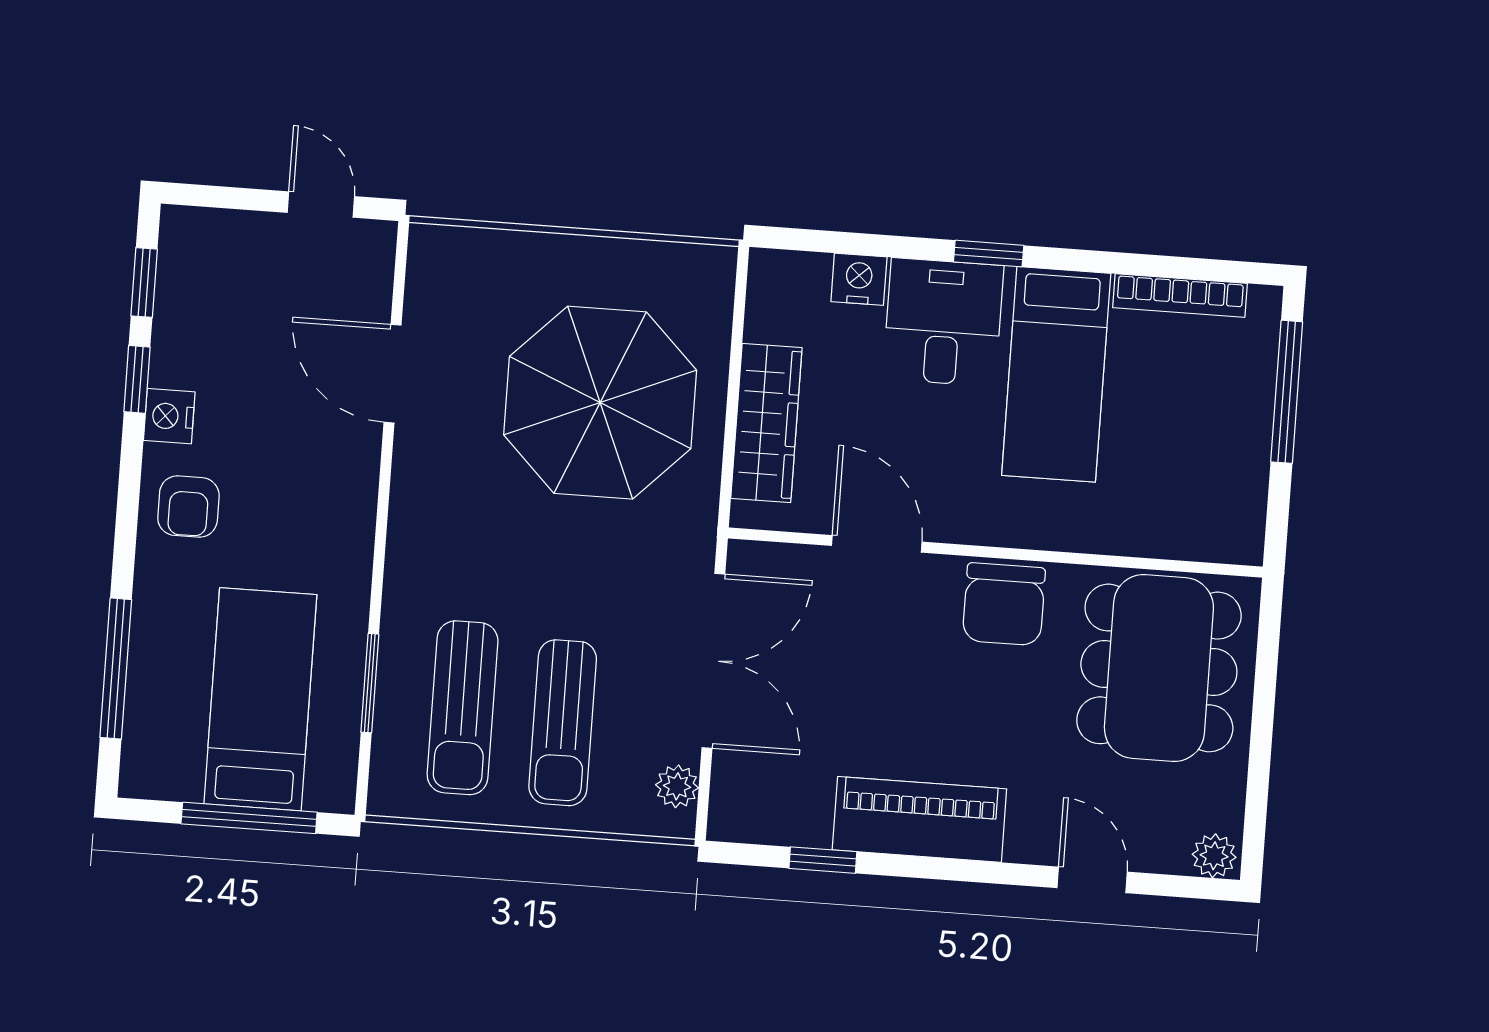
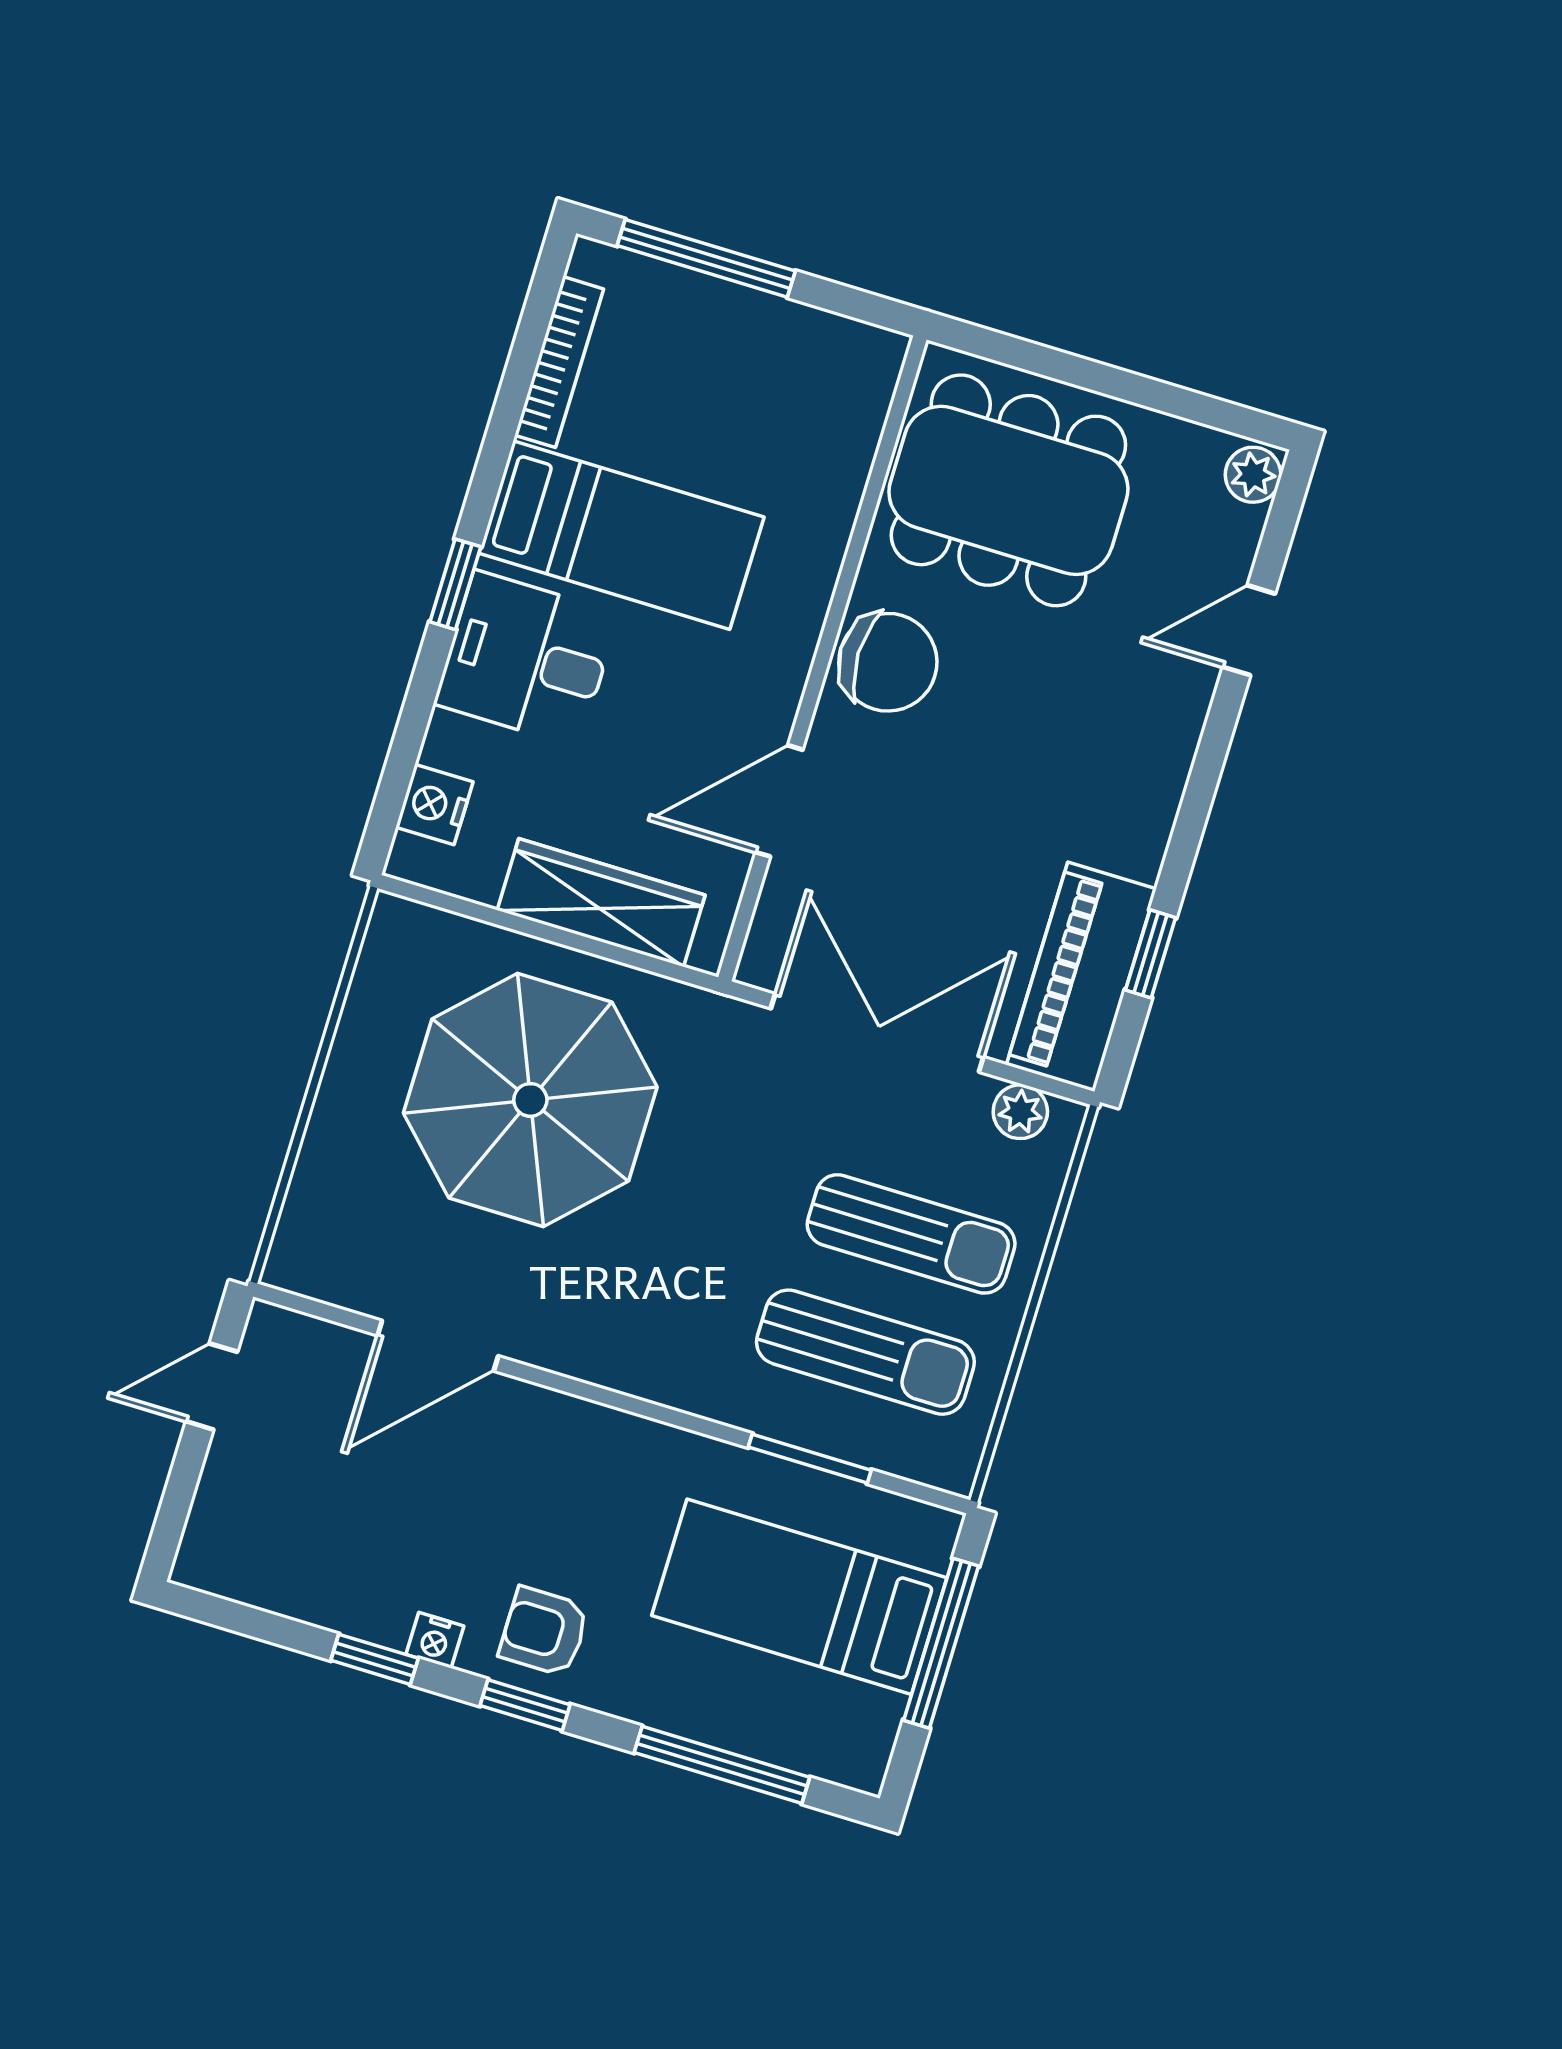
nightstand: (859, 279) -> (434, 804), moved
window: (144, 283) -> (525, 1705), moved
nightstand: (169, 416) -> (435, 1640), width x0.72, depth x0.74
armchair: (188, 507) -> (544, 1632), turned 180
piano: (919, 819) -> (1081, 977), moved

